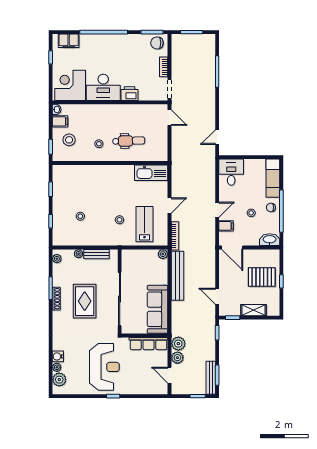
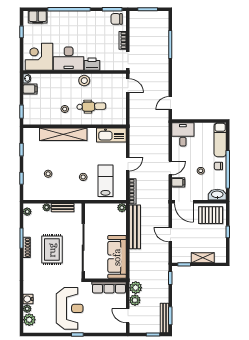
stool: (69, 140) -> (84, 81), moved
shelving: (97, 172) -> (63, 134), added
pallet: (262, 277) -> (211, 215), moved
door: (217, 296) -> (170, 235), moved

